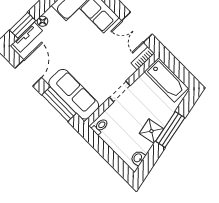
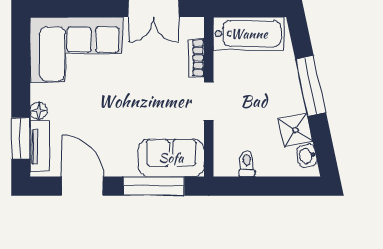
bookcase: (143, 58) -> (196, 58), moved
sofa: (74, 94) -> (171, 158), width x0.73
toilet: (100, 126) -> (247, 164), moved
shower: (151, 131) -> (295, 130), moved

